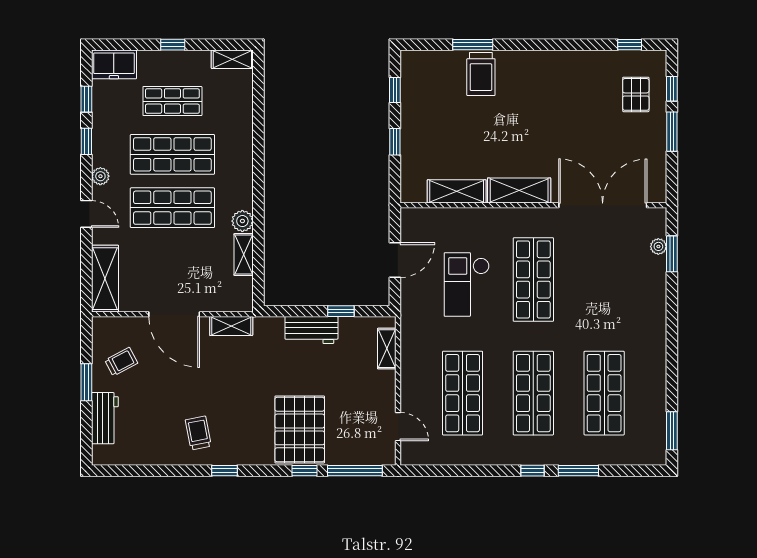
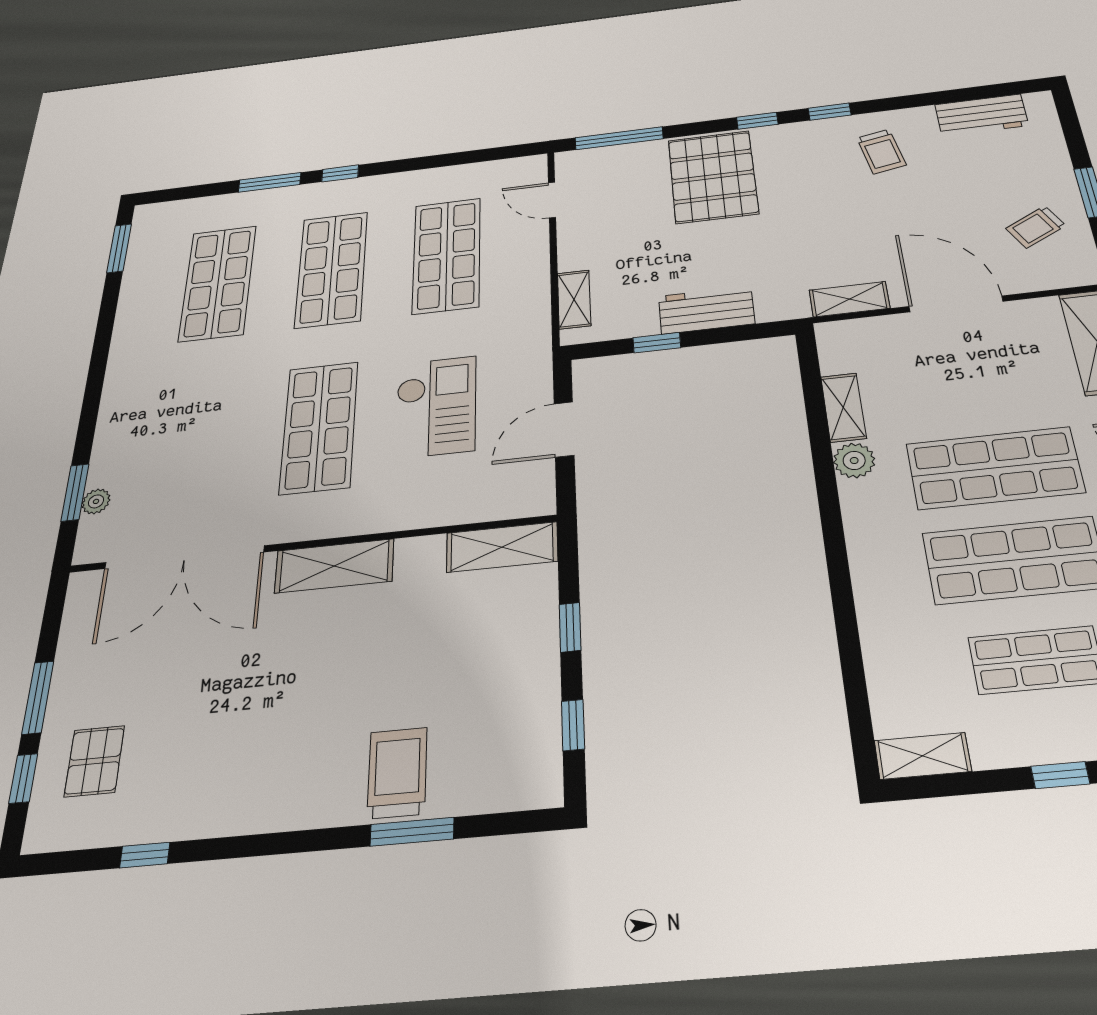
window: (630, 45) -> (145, 855), moved
shelving: (457, 191) -> (502, 547), moved
workbench: (105, 418) -> (981, 115), moved, turned -90
window: (304, 471) -> (757, 121), moved

